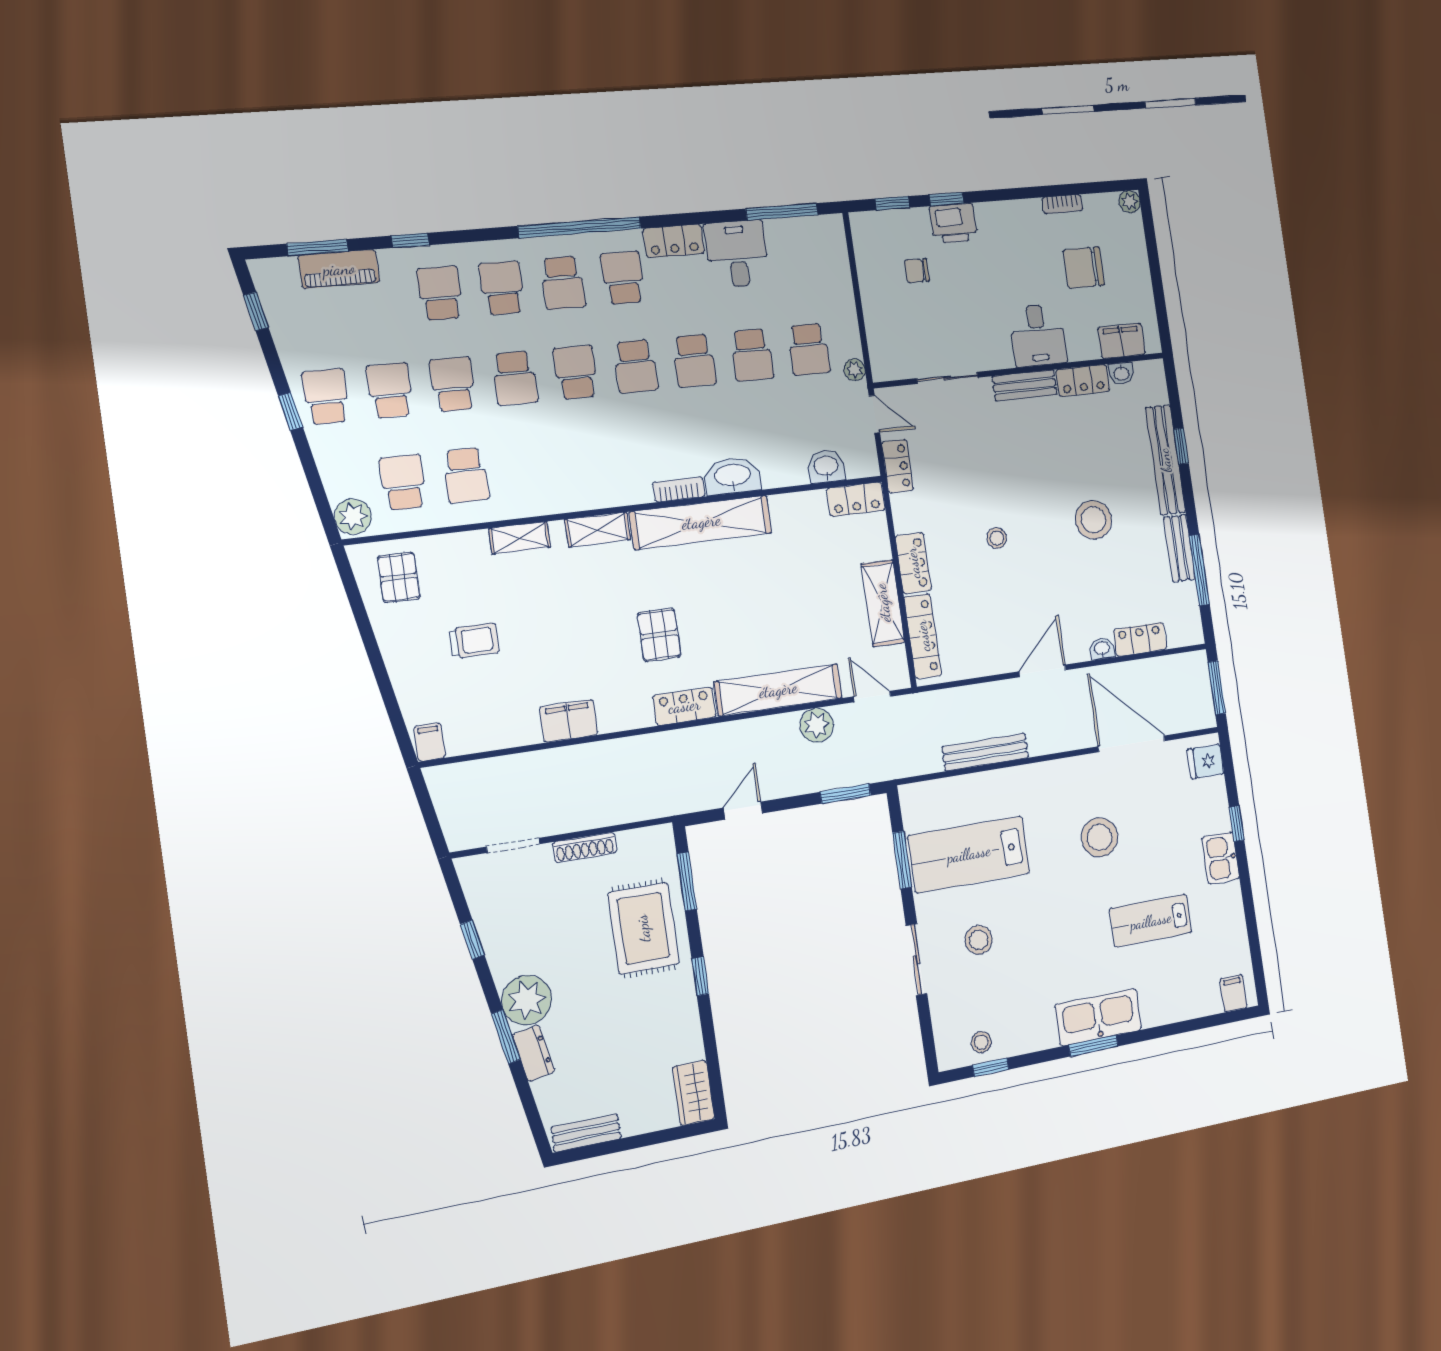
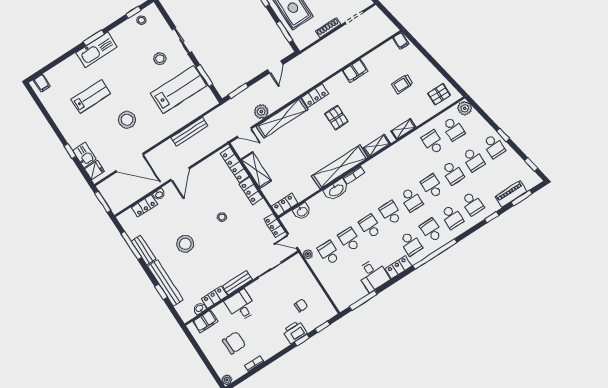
pallet: (399, 577) -> (439, 94), turned 90
kitchen sink: (1221, 858) -> (84, 155), moved

